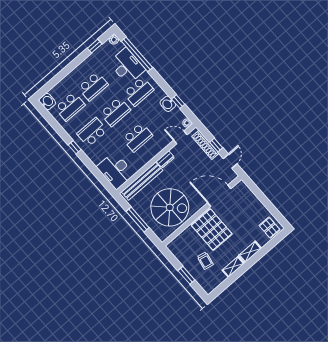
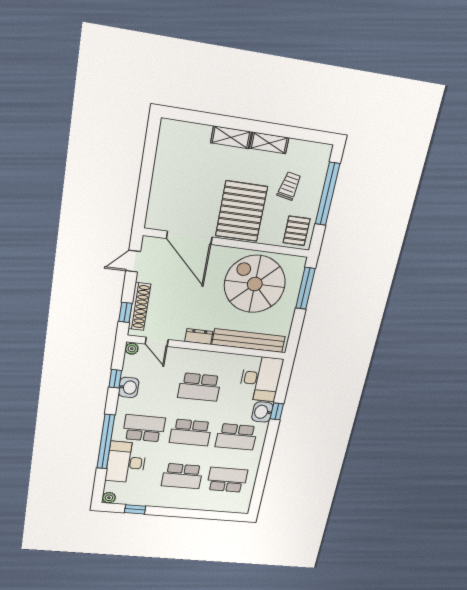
window: (137, 54) -> (106, 442), moved
school desk: (93, 86) -> (182, 476), turned 180
washbasin: (47, 101) -> (262, 412), moved
school desk: (115, 112) -> (191, 433), turned 180
school desk: (138, 137) -> (199, 387), turned 180
window: (216, 145) -> (125, 312), moved
window: (75, 147) -> (277, 411), moved
window: (138, 219) -> (305, 288), moved
pallet: (270, 228) -> (297, 231), moved
window: (186, 275) -> (327, 194), width x2.11

